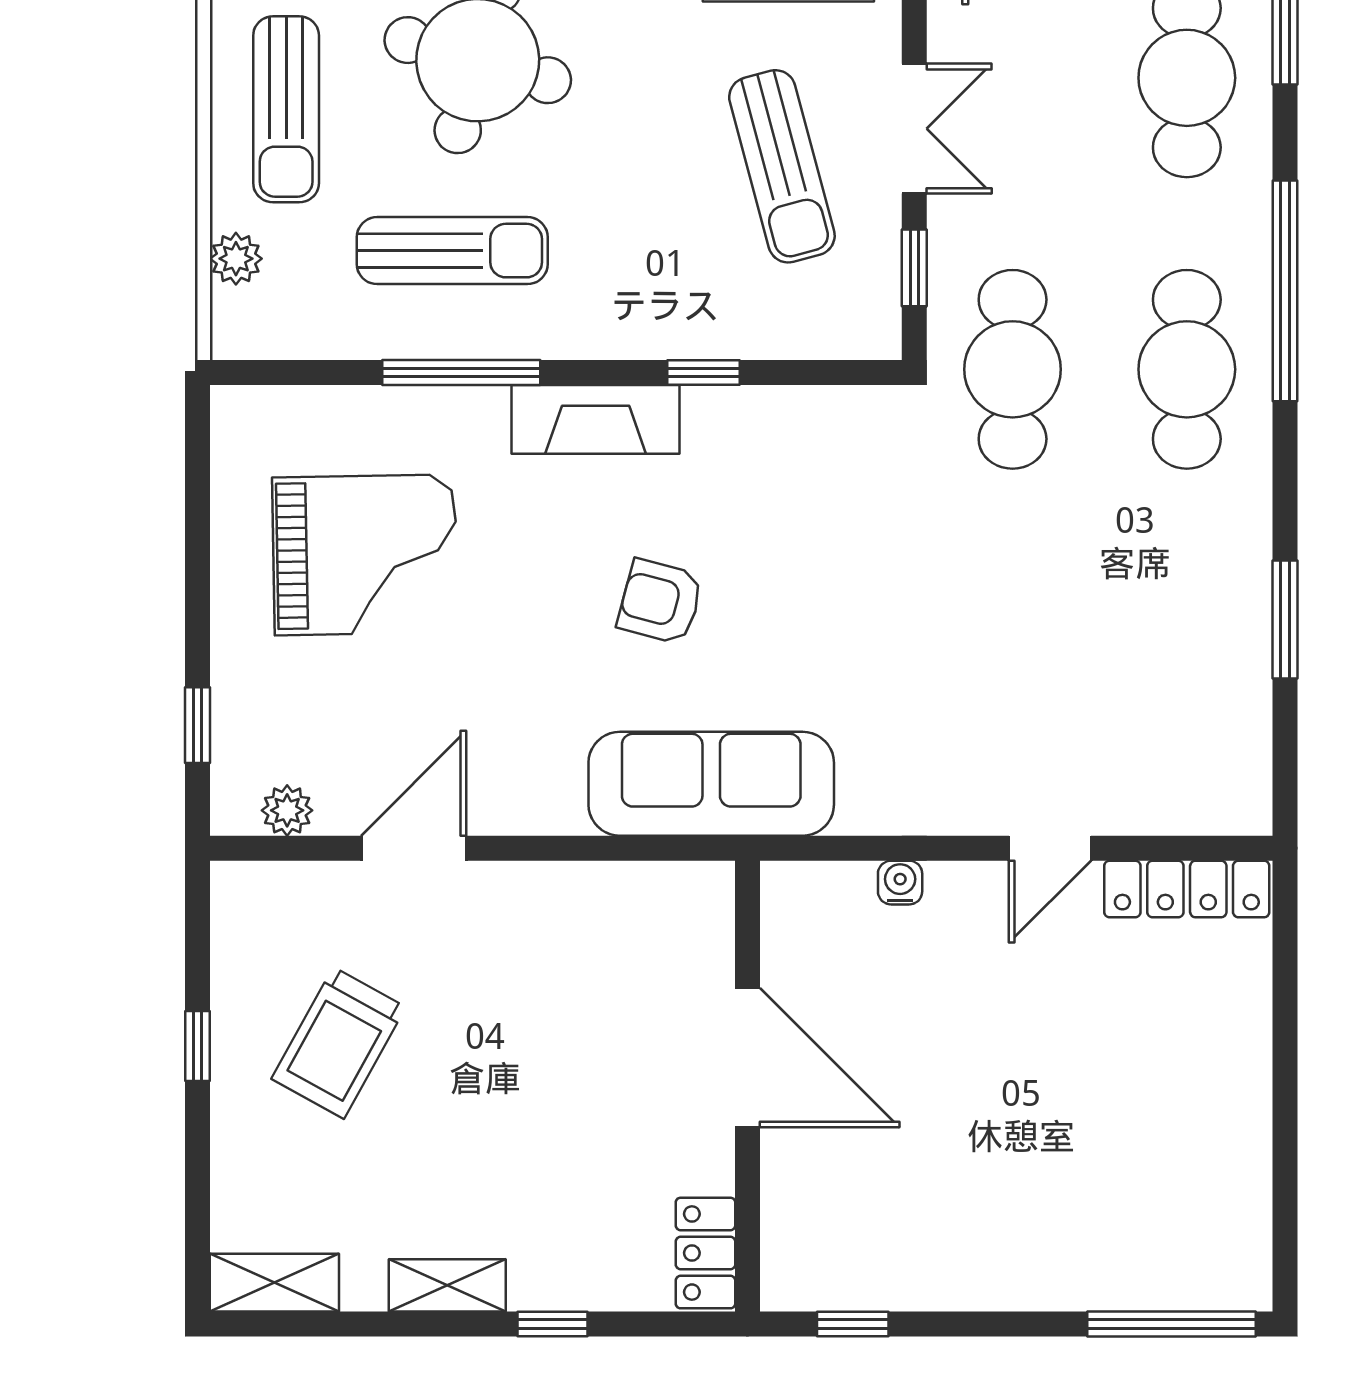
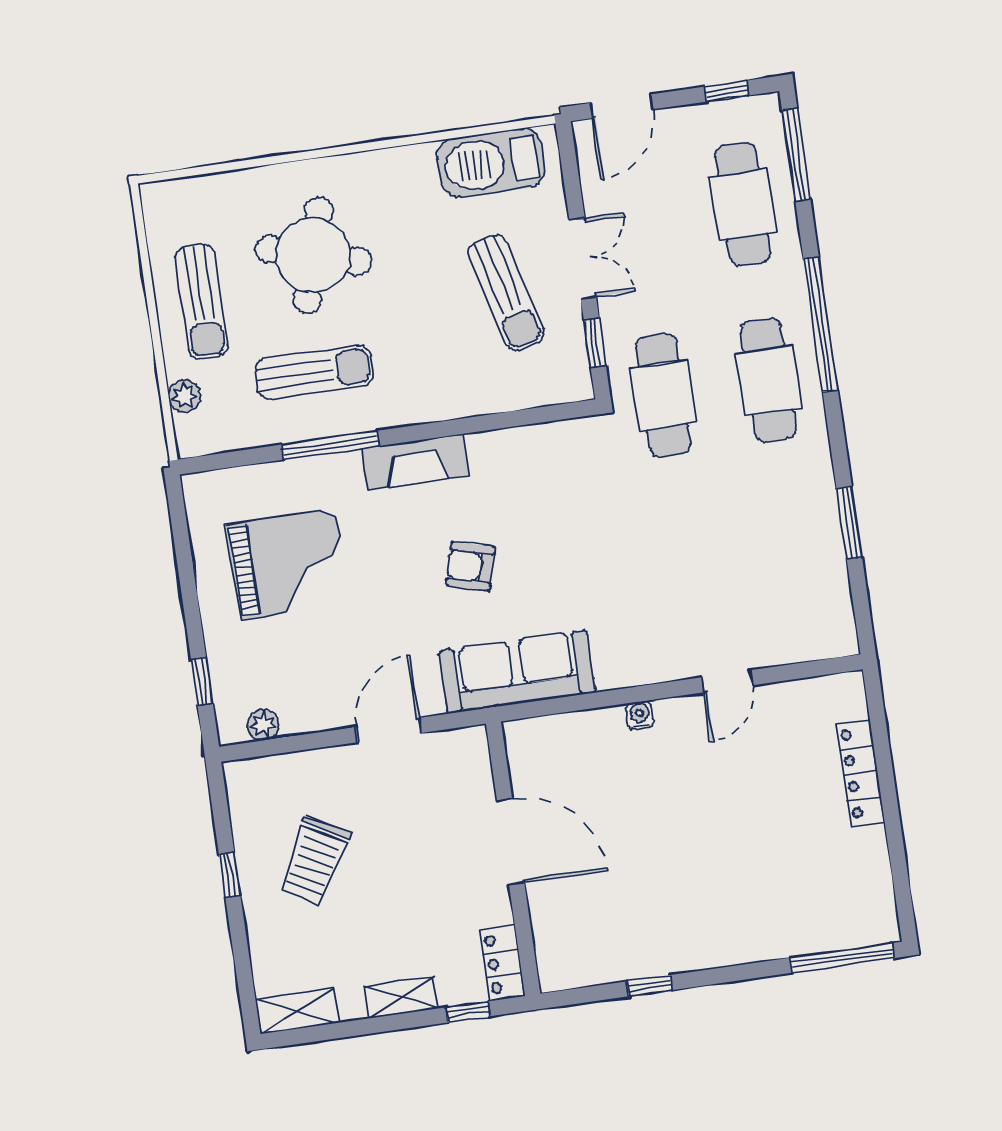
window: (703, 372) -> (477, 424), removed
door: (414, 848) -> (389, 730), moved
locker: (1187, 889) -> (860, 772), moved, turned 90
door: (747, 1058) -> (511, 842), moved
wall: (747, 1086) -> (513, 859), moved
locker: (706, 1253) -> (502, 963), moved

